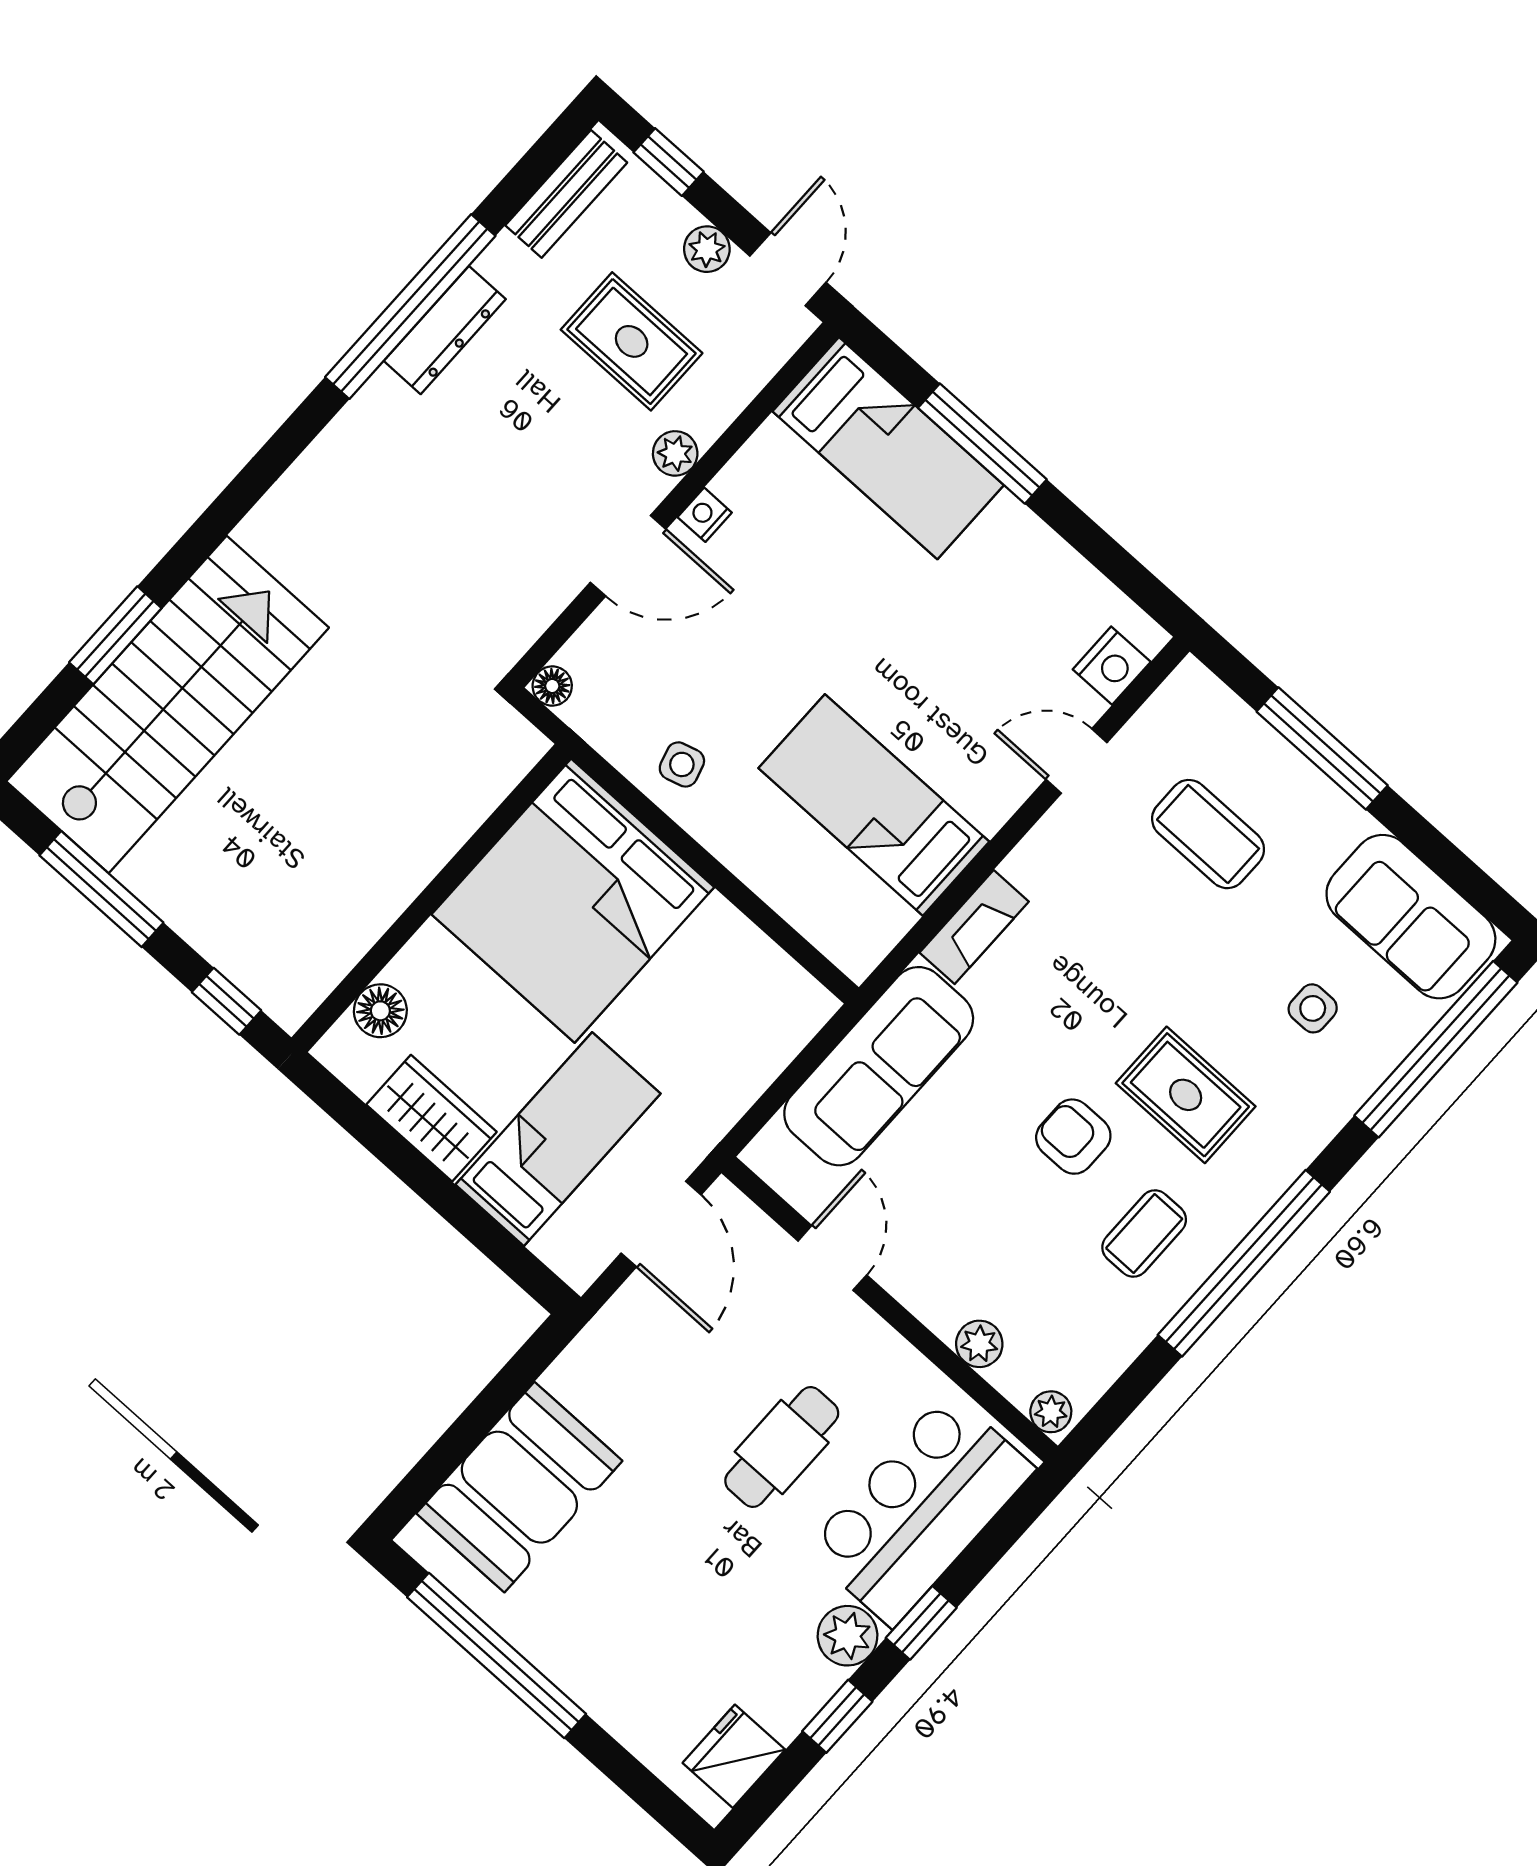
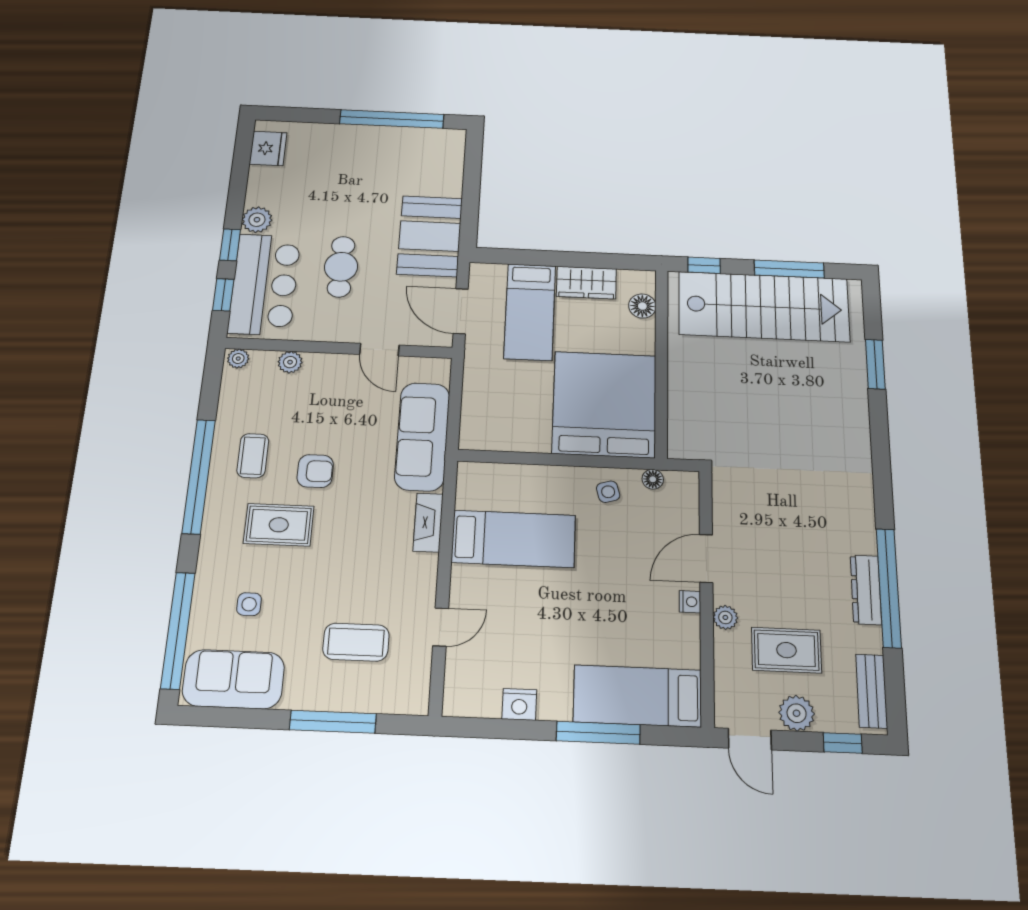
plant: (707, 249) -> (797, 713), width x1.38, depth x1.38
nightstand: (1112, 666) -> (519, 704), moved, turned -90
floor lamp: (552, 686) -> (653, 479), moved
stairs: (168, 705) -> (764, 307), moved, turned -90
booth: (519, 1487) -> (430, 236), moved
window: (837, 1716) -> (223, 295), moved

